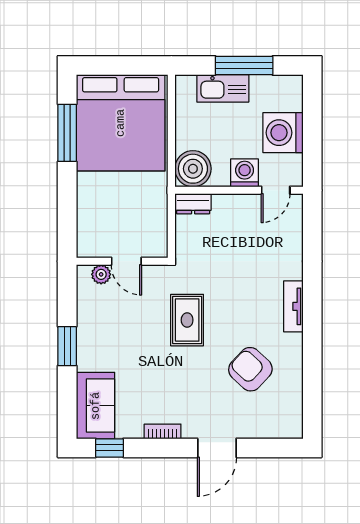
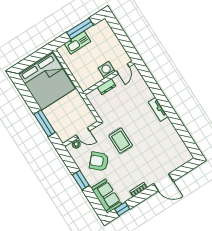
window: (67, 133) -> (45, 123), moved
washing machine: (283, 133) -> (112, 45), removed
boiler: (193, 169) -> (86, 81), removed
dresser: (193, 204) -> (107, 87), moved
armchair: (250, 369) -> (99, 161), moved
door: (217, 448) -> (163, 183), hinge flipped

